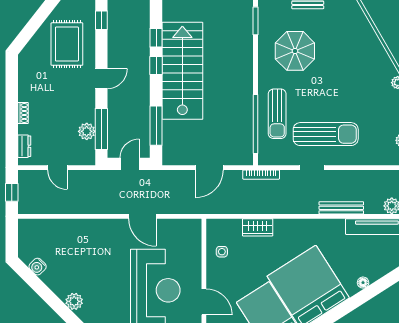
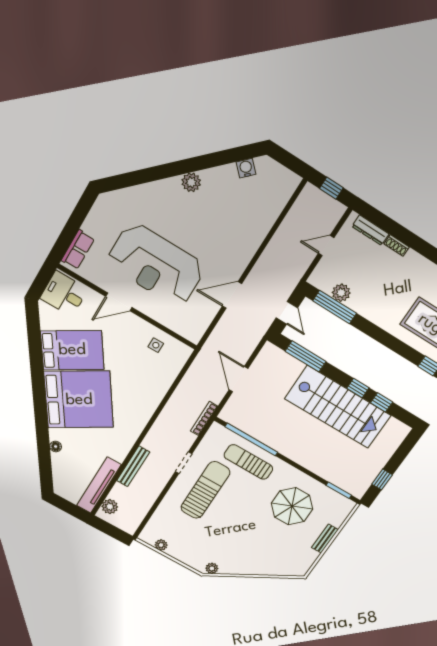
door: (101, 79) -> (379, 335), removed
sun lounger: (326, 134) -> (205, 490), turned 180
dresser: (24, 146) -> (371, 230), width x1.44
wardrobe: (258, 227) -> (159, 388), removed

